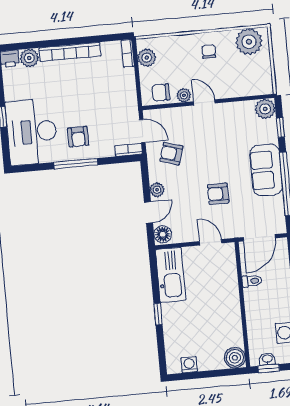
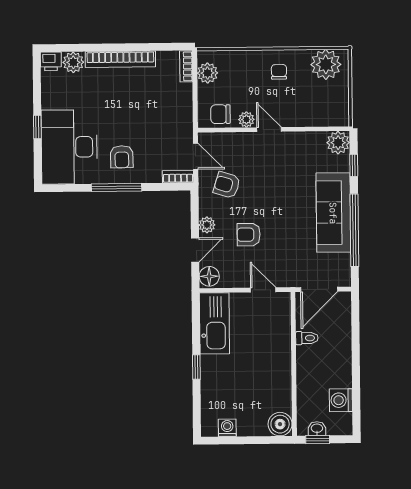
sofa: (266, 170) -> (333, 213), width x1.36
armchair: (218, 194) -> (249, 235), moved

